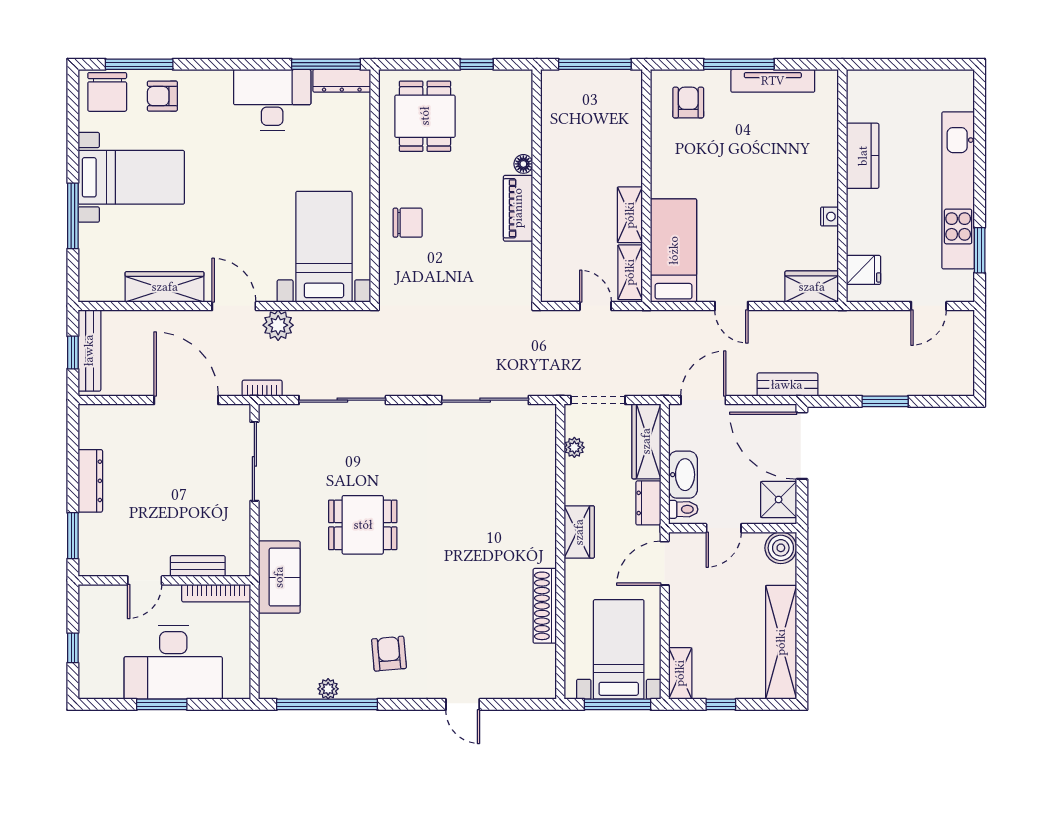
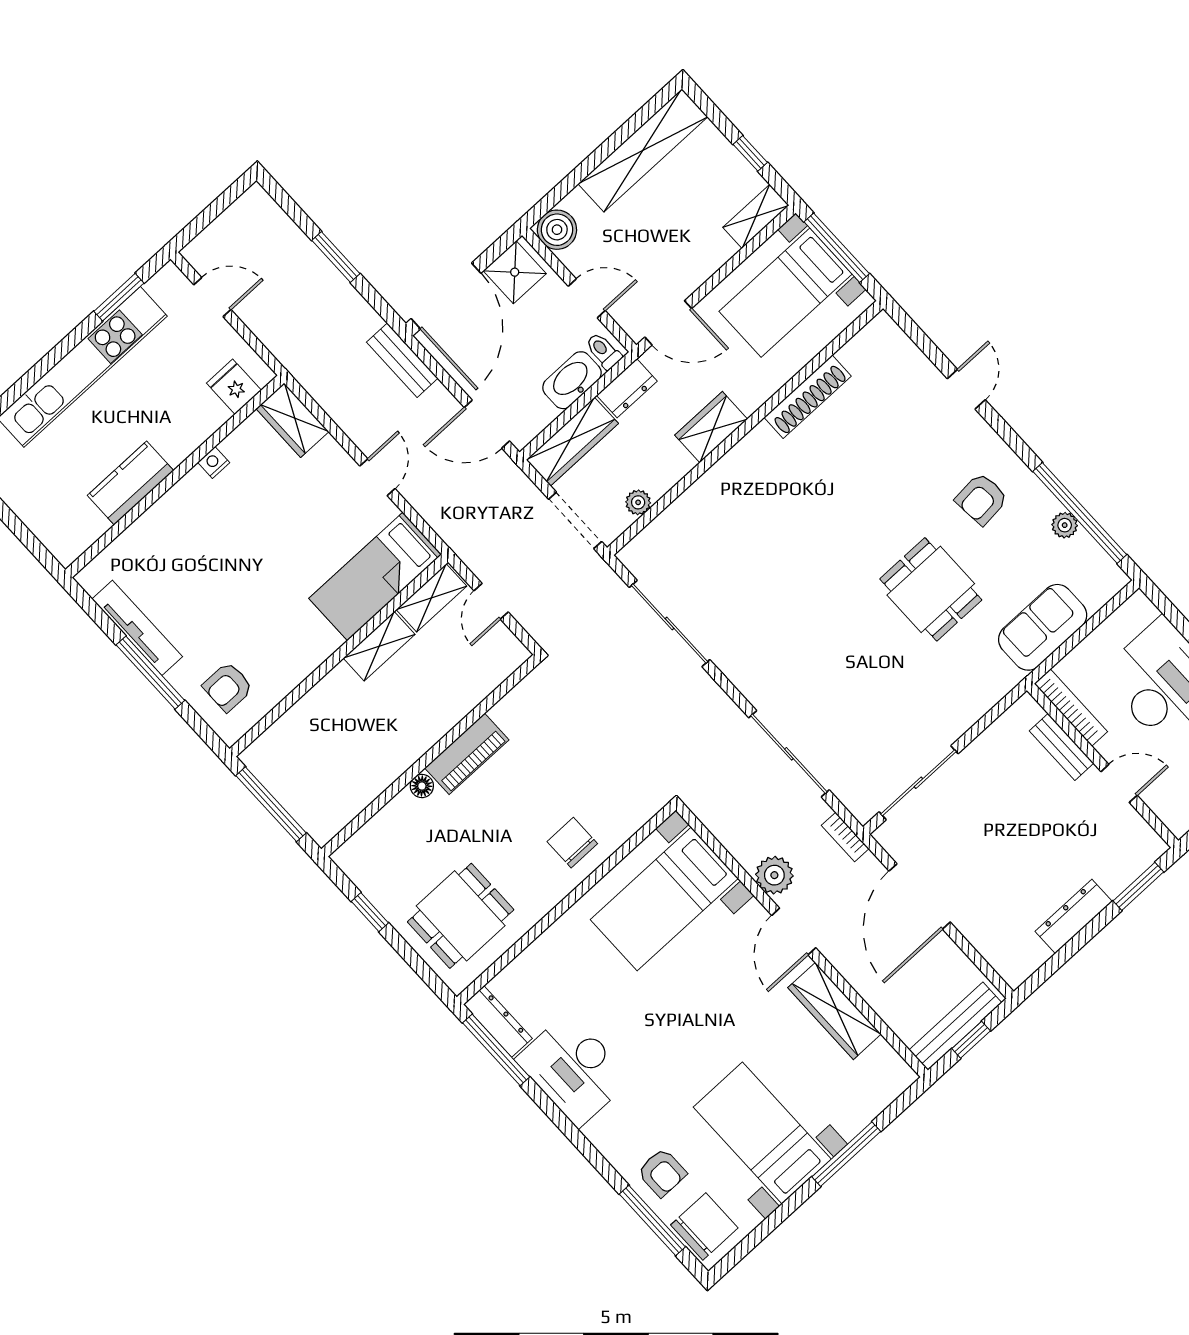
dining table: (363, 525) -> (931, 589), moved
sofa: (279, 577) -> (1043, 627), moved

